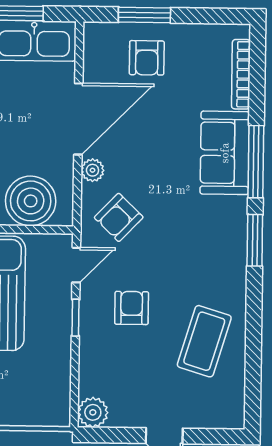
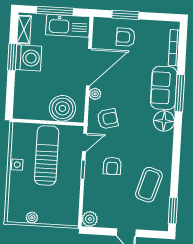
armchair: (147, 58) -> (126, 37), turned 90
armchair: (119, 217) -> (108, 119), turned -149
floor lamp: (228, 217) -> (164, 121), added
window: (255, 240) -> (173, 211), moved
armchair: (132, 308) -> (112, 166), turned 180

